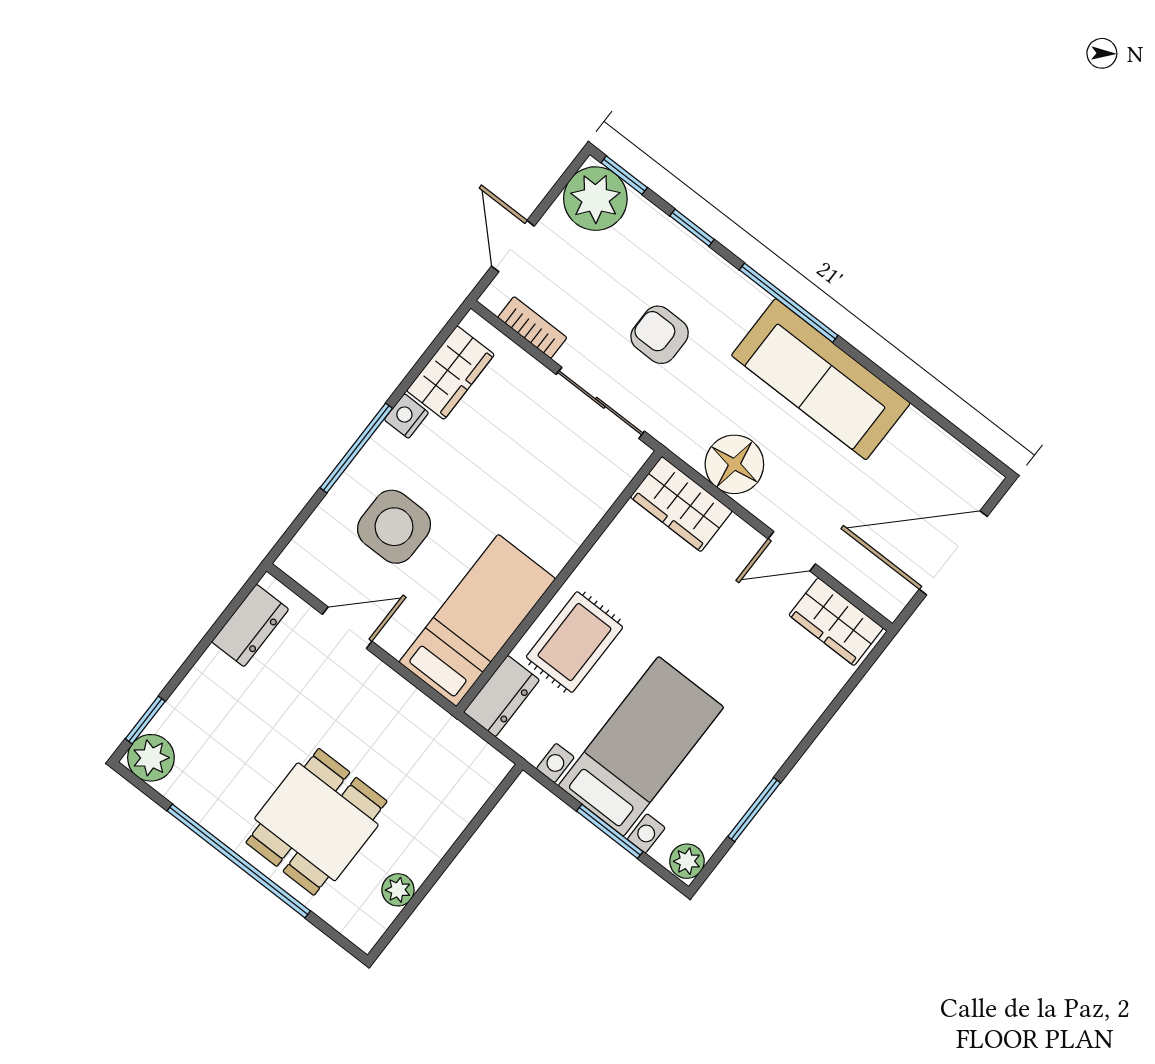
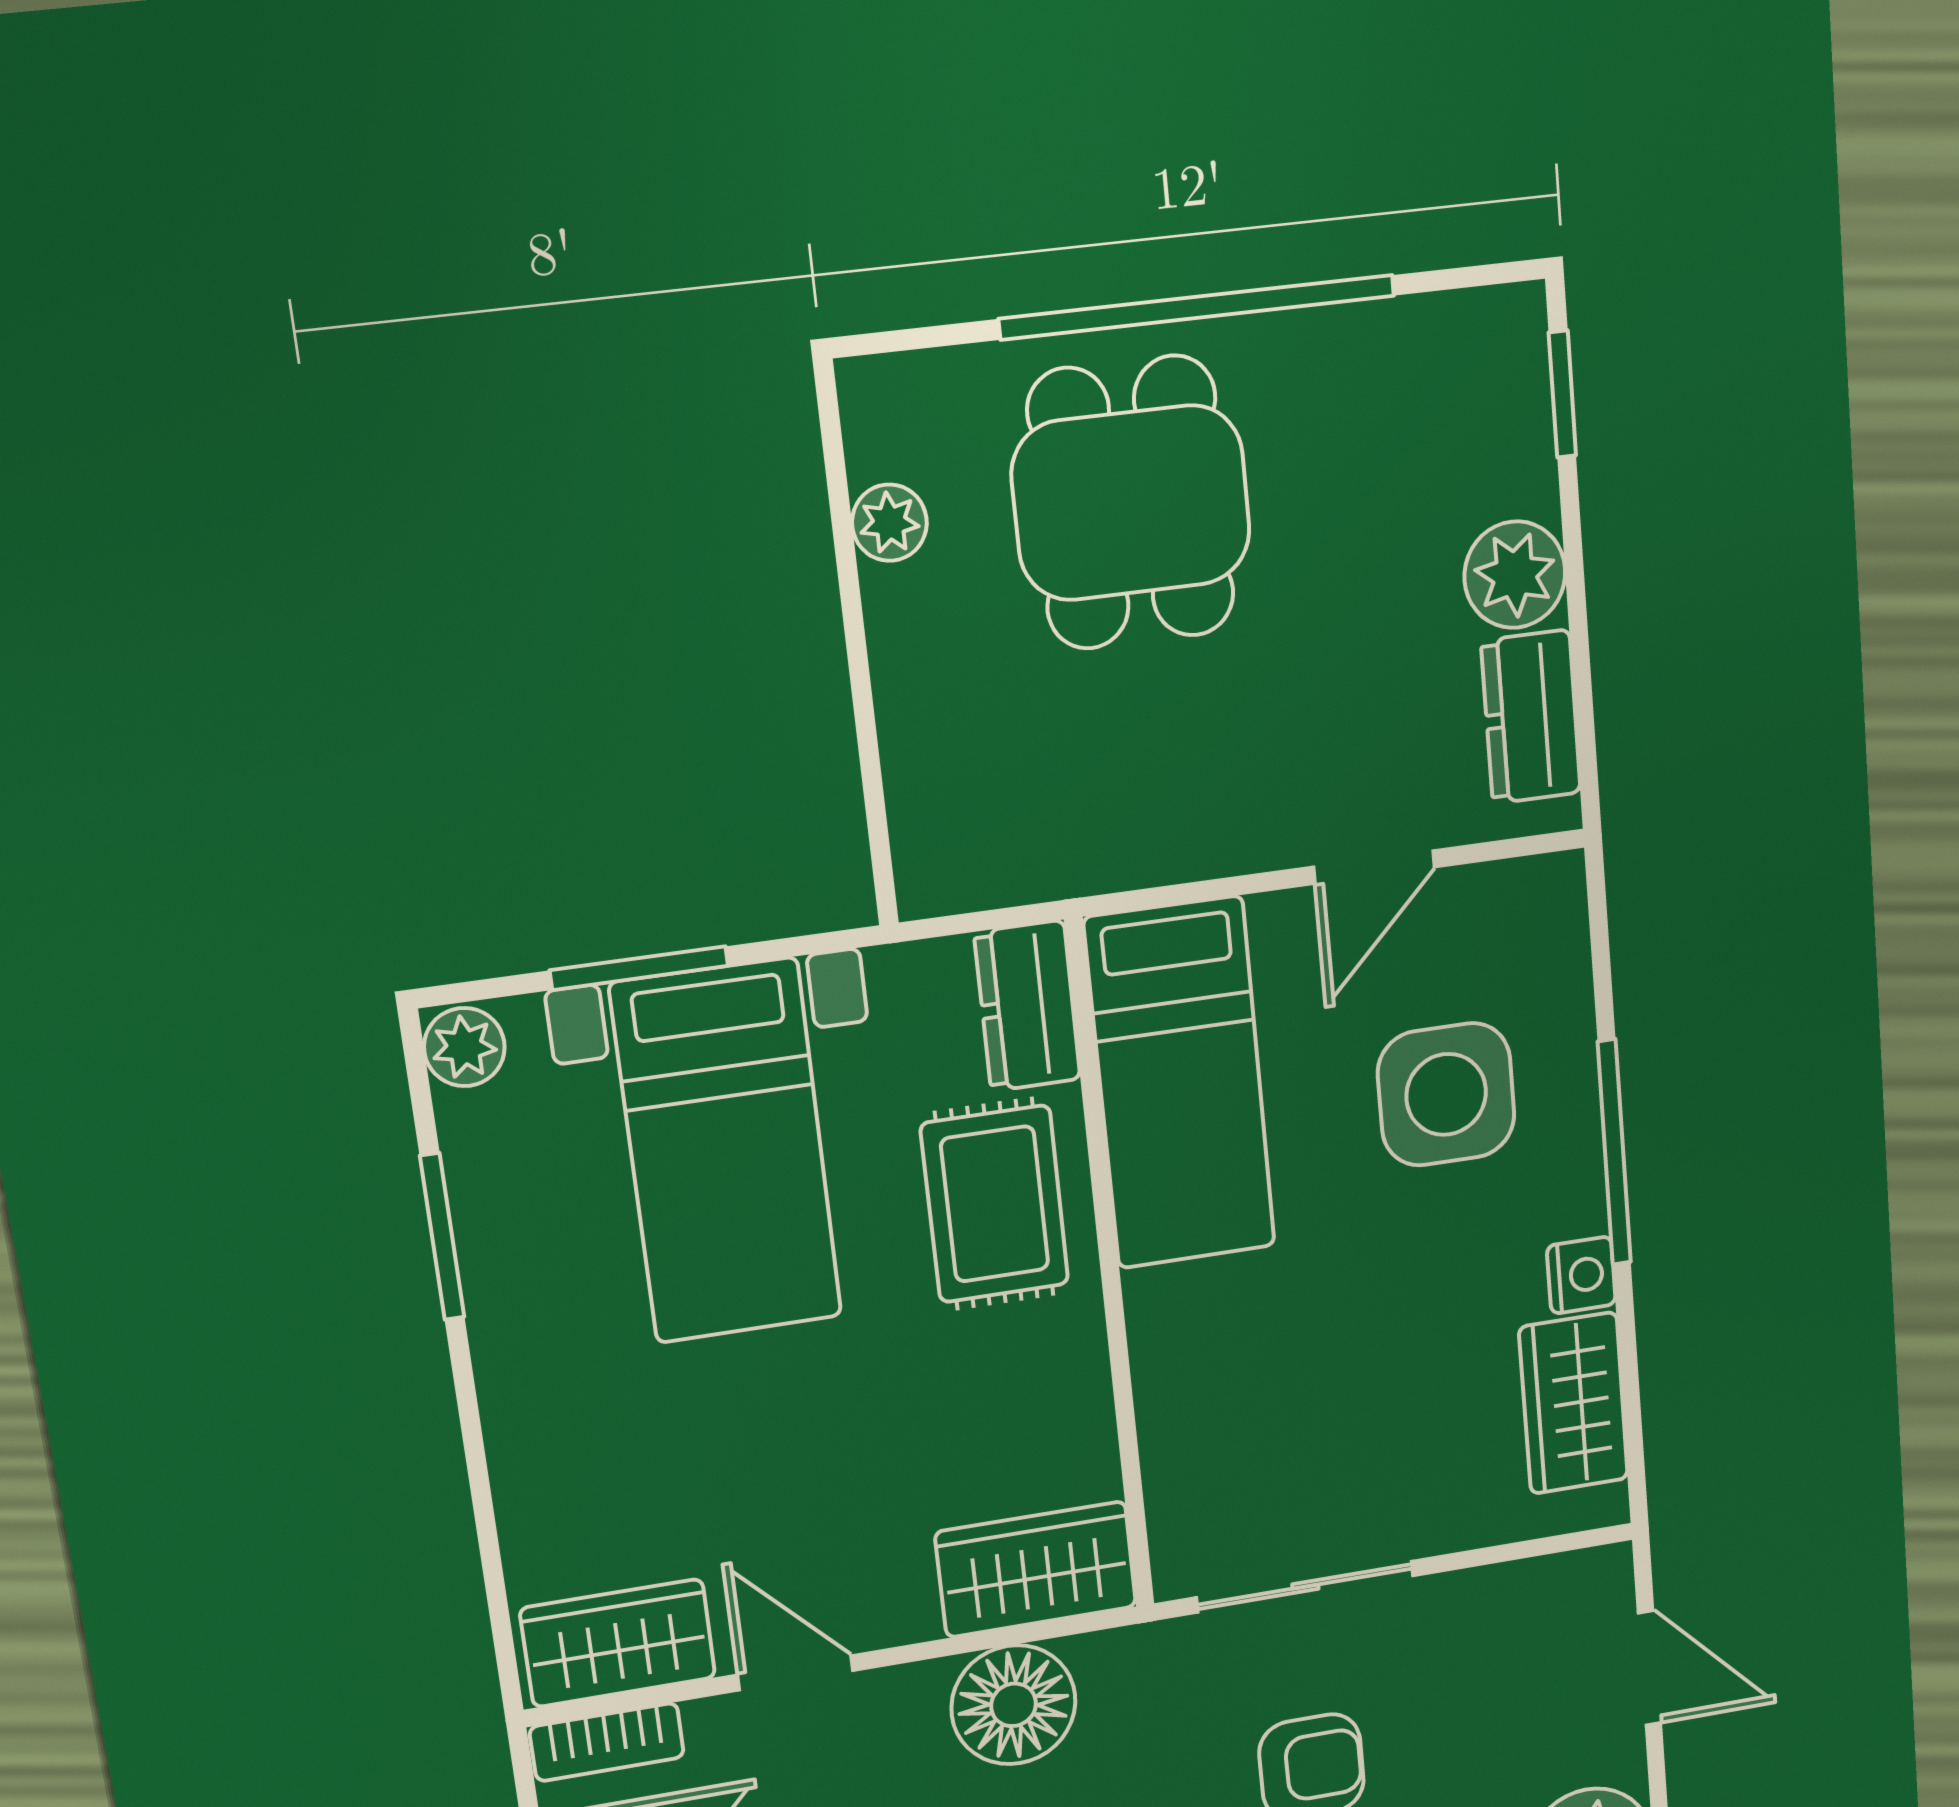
bookcase: (532, 327) -> (607, 1742), moved
door: (792, 551) -> (795, 1673), hinge flipped
plant: (151, 758) -> (1515, 575), moved

